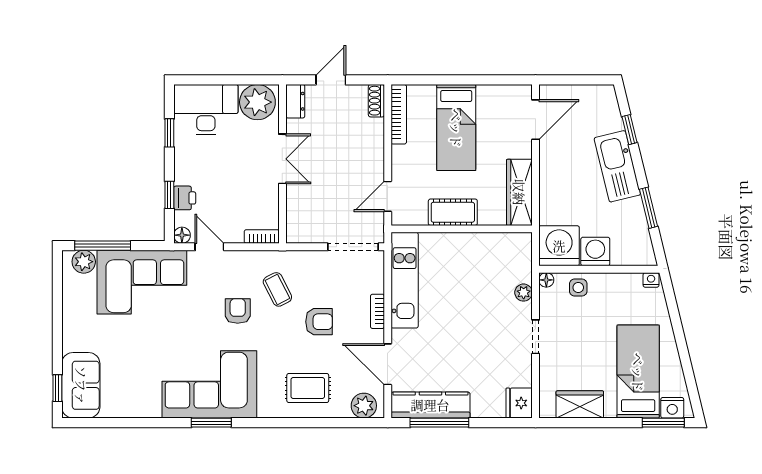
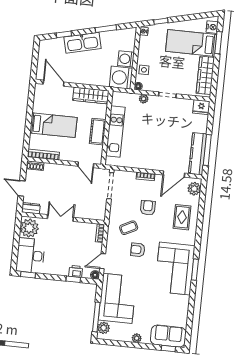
window: (169, 133) -> (28, 275), moved
kitchen unit: (405, 280) -> (115, 131), moved, turned 90
window: (673, 310) -> (161, 21), added
plant: (71, 326) -> (137, 338), added
wardrobe: (580, 404) -> (205, 75), width x1.50
window: (663, 423) -> (218, 43), moved

